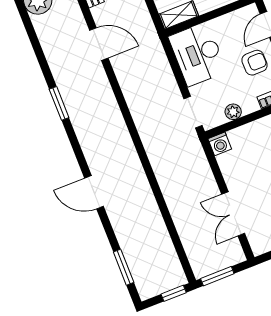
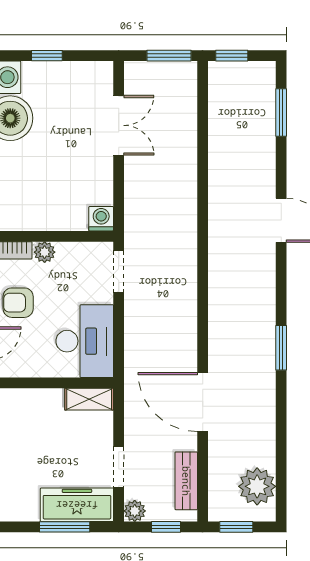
door: (99, 44) -> (203, 402), width x1.36
plant: (233, 112) -> (45, 252), moved

